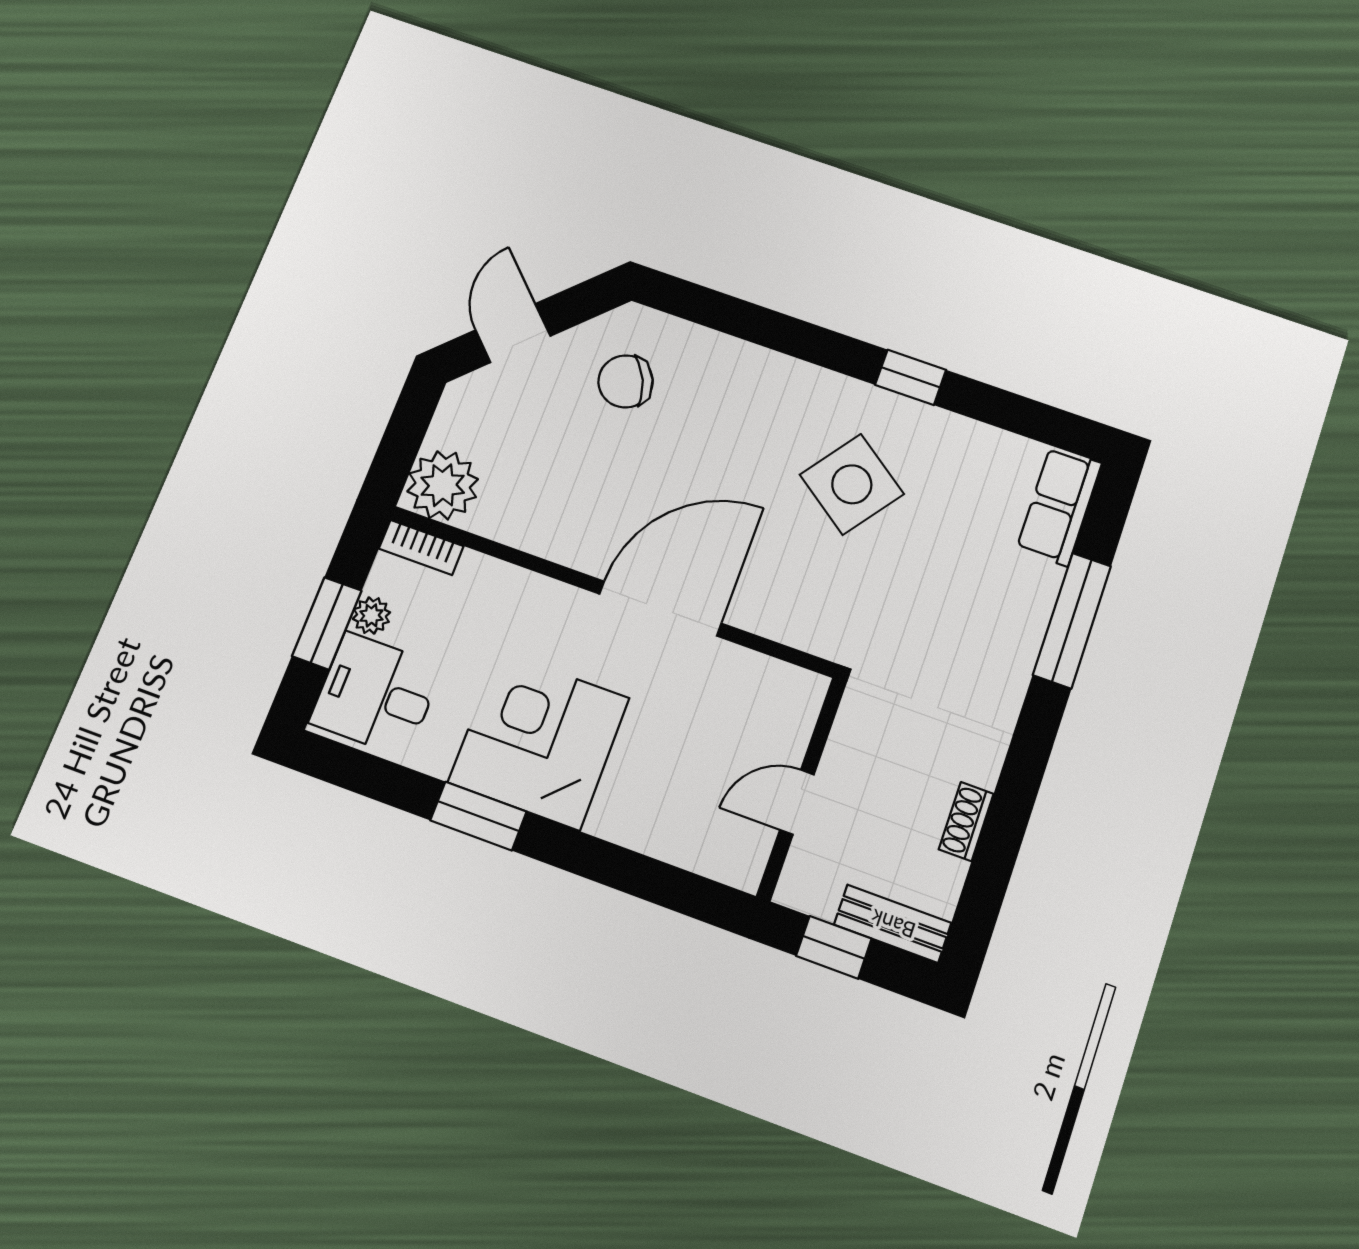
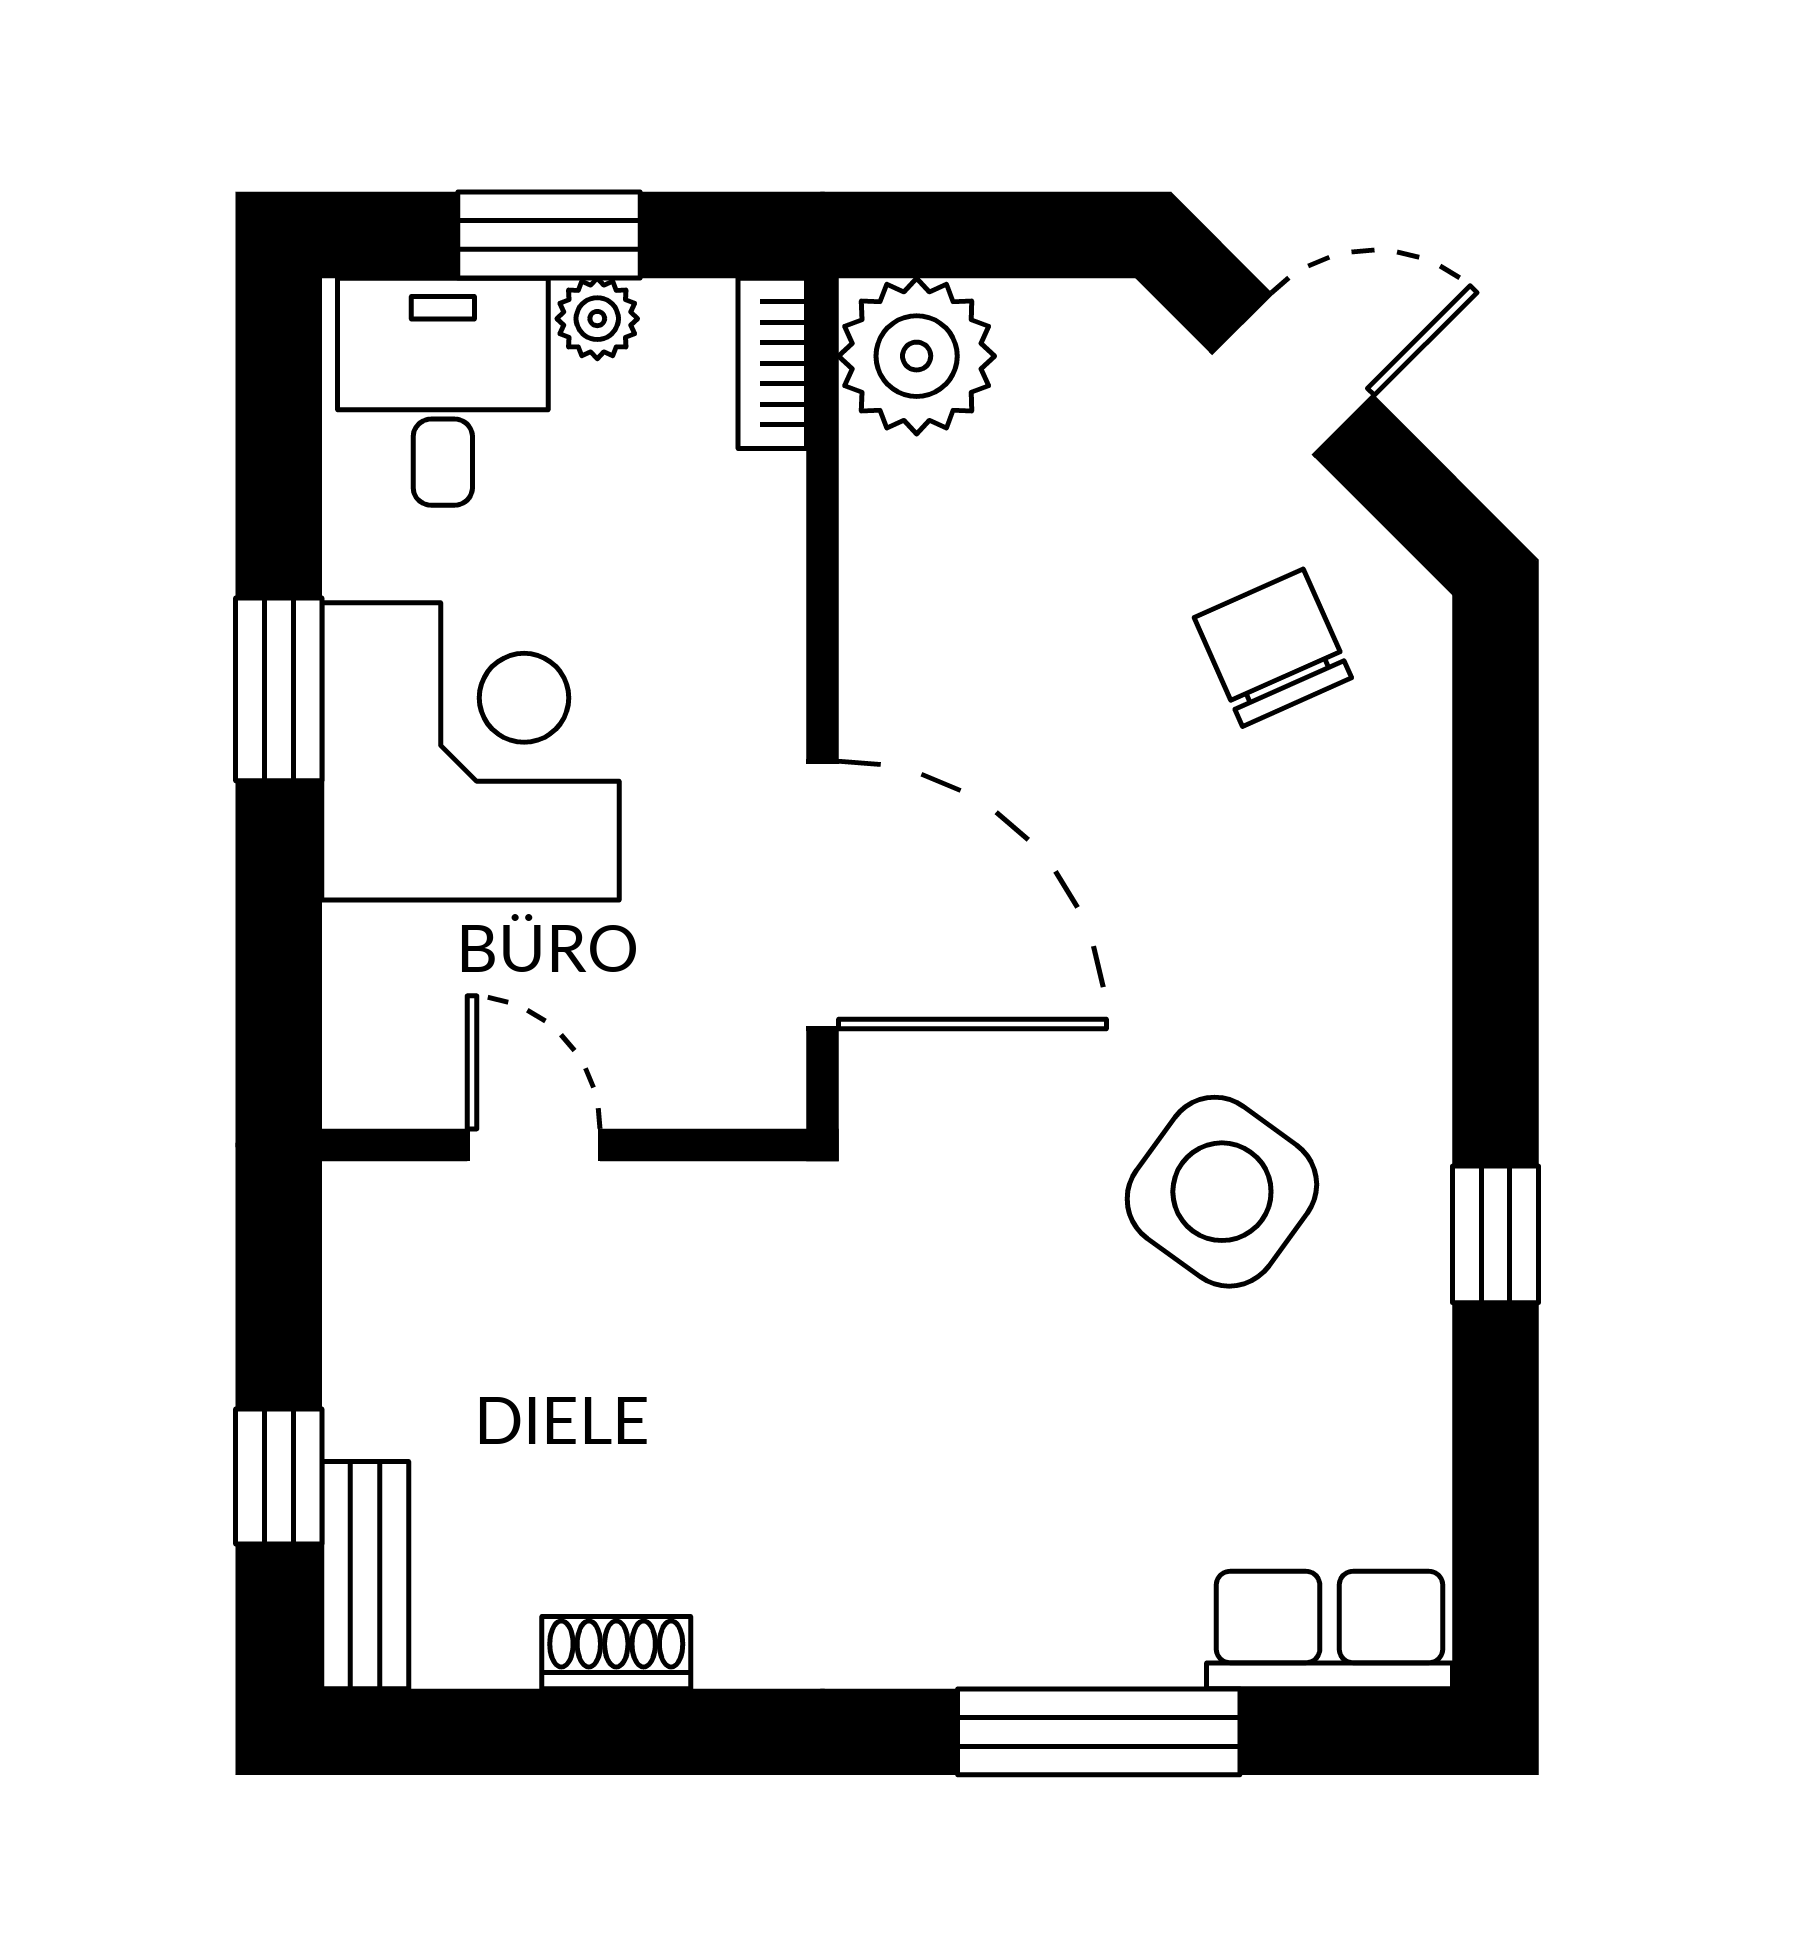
wall: (802, 788) -> (564, 1145), moved
door: (797, 802) -> (534, 1145), moved

